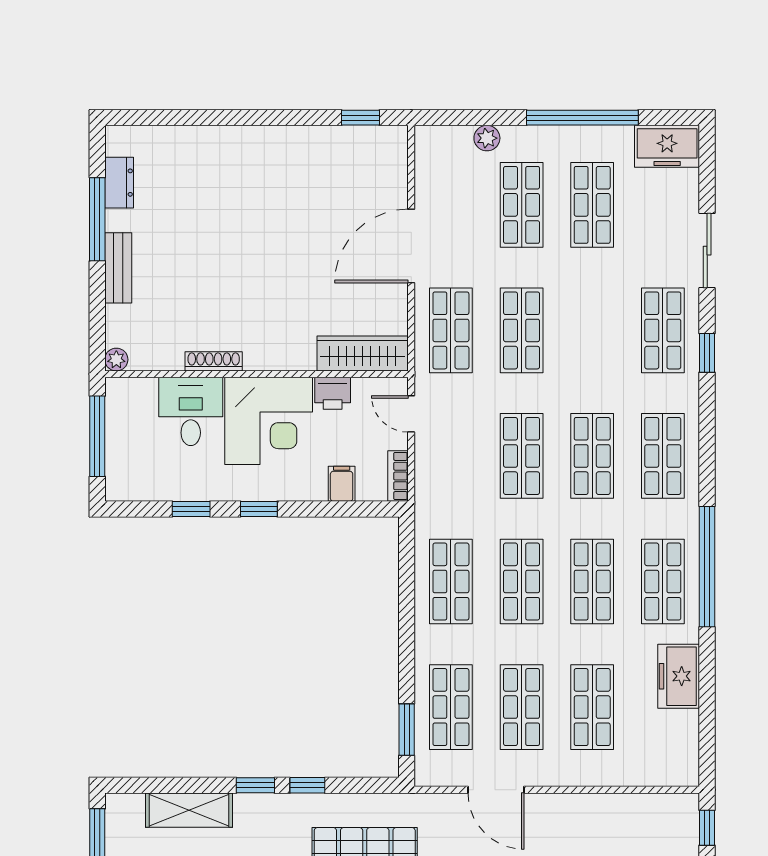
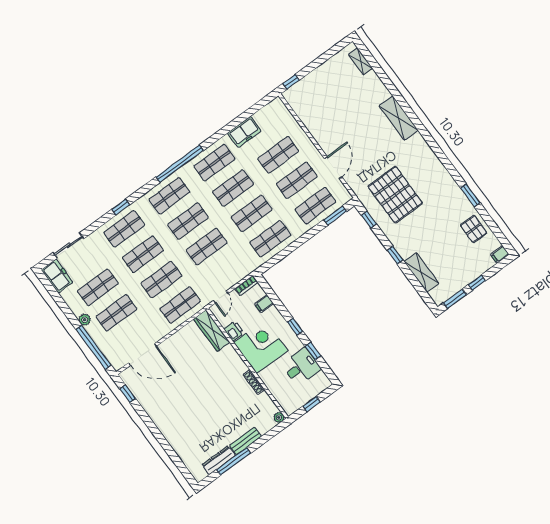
window: (582, 118) -> (94, 347), moved
plant: (487, 138) -> (85, 320), moved
dresser: (119, 183) -> (219, 460), width x1.44
door: (411, 246) -> (143, 355), moved
sliding door: (707, 251) -> (68, 245), moved
shop shelf: (592, 330) -> (143, 254), added
desk: (191, 411) -> (301, 367), moved, turned 180
window: (97, 436) -> (311, 404), width x0.46
window: (707, 567) -> (180, 164), moved
window: (307, 785) -> (369, 220), moved

